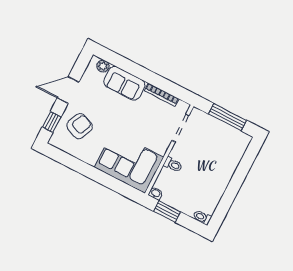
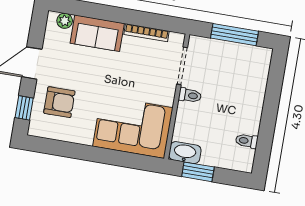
armchair: (80, 126) -> (59, 102), turned 67
toilet: (173, 165) -> (190, 95), moved
washbasin: (156, 193) -> (185, 153), width x1.91, depth x1.45
toilet: (202, 217) -> (247, 141), moved

